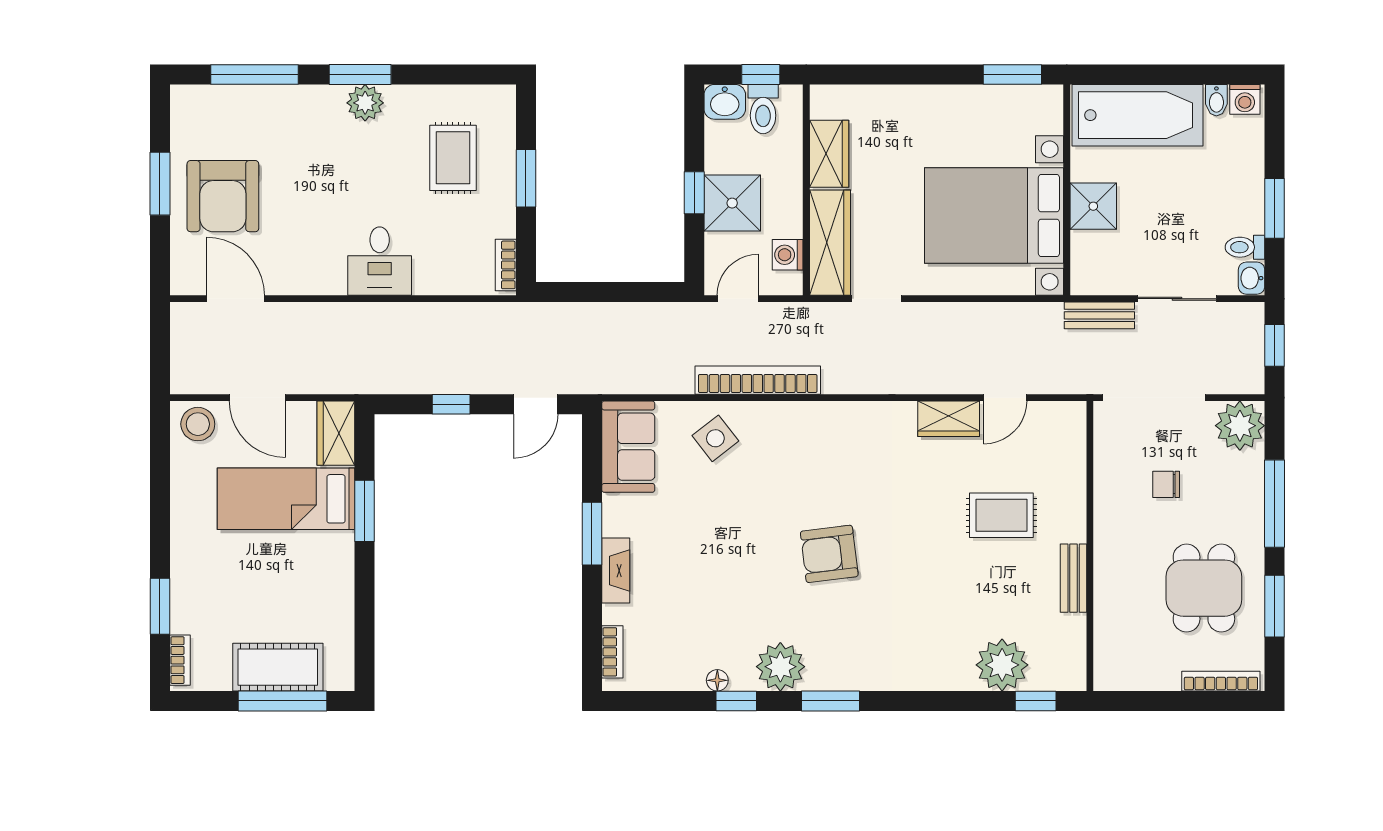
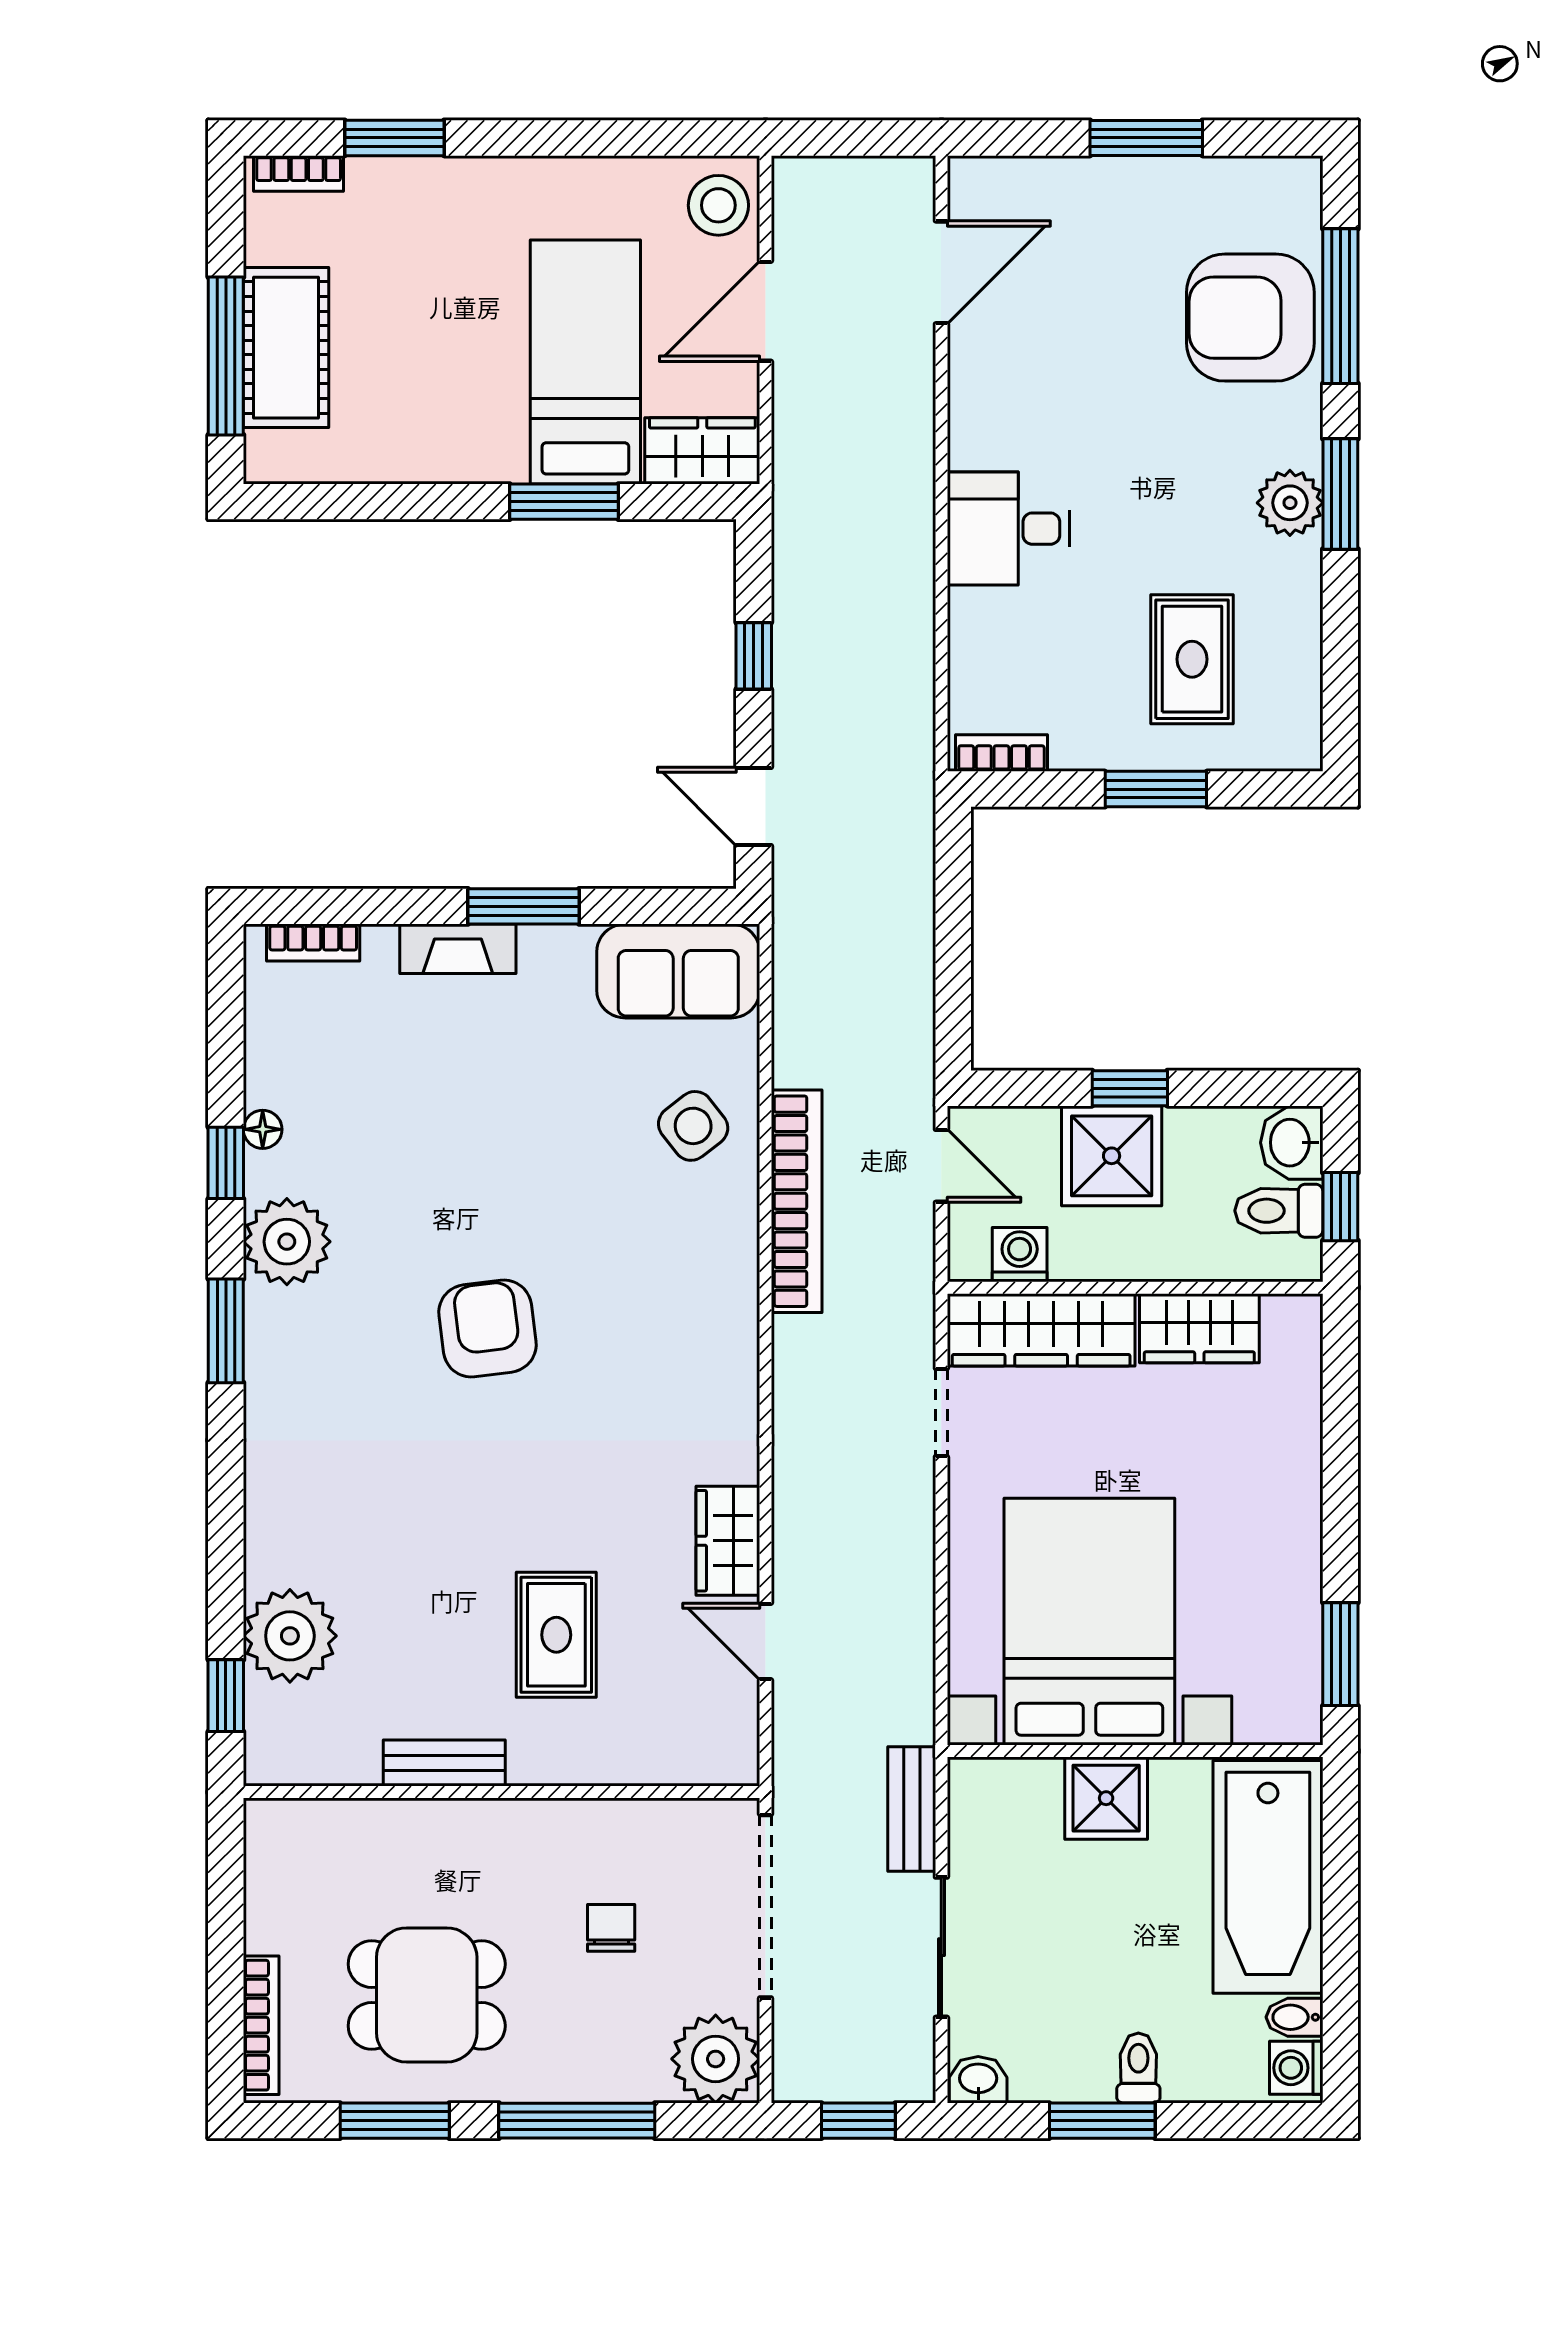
rug: (453, 158) -> (1192, 659), turned 90
armchair: (223, 196) -> (1250, 318), moved
toilet: (1245, 247) -> (1138, 2068), moved

